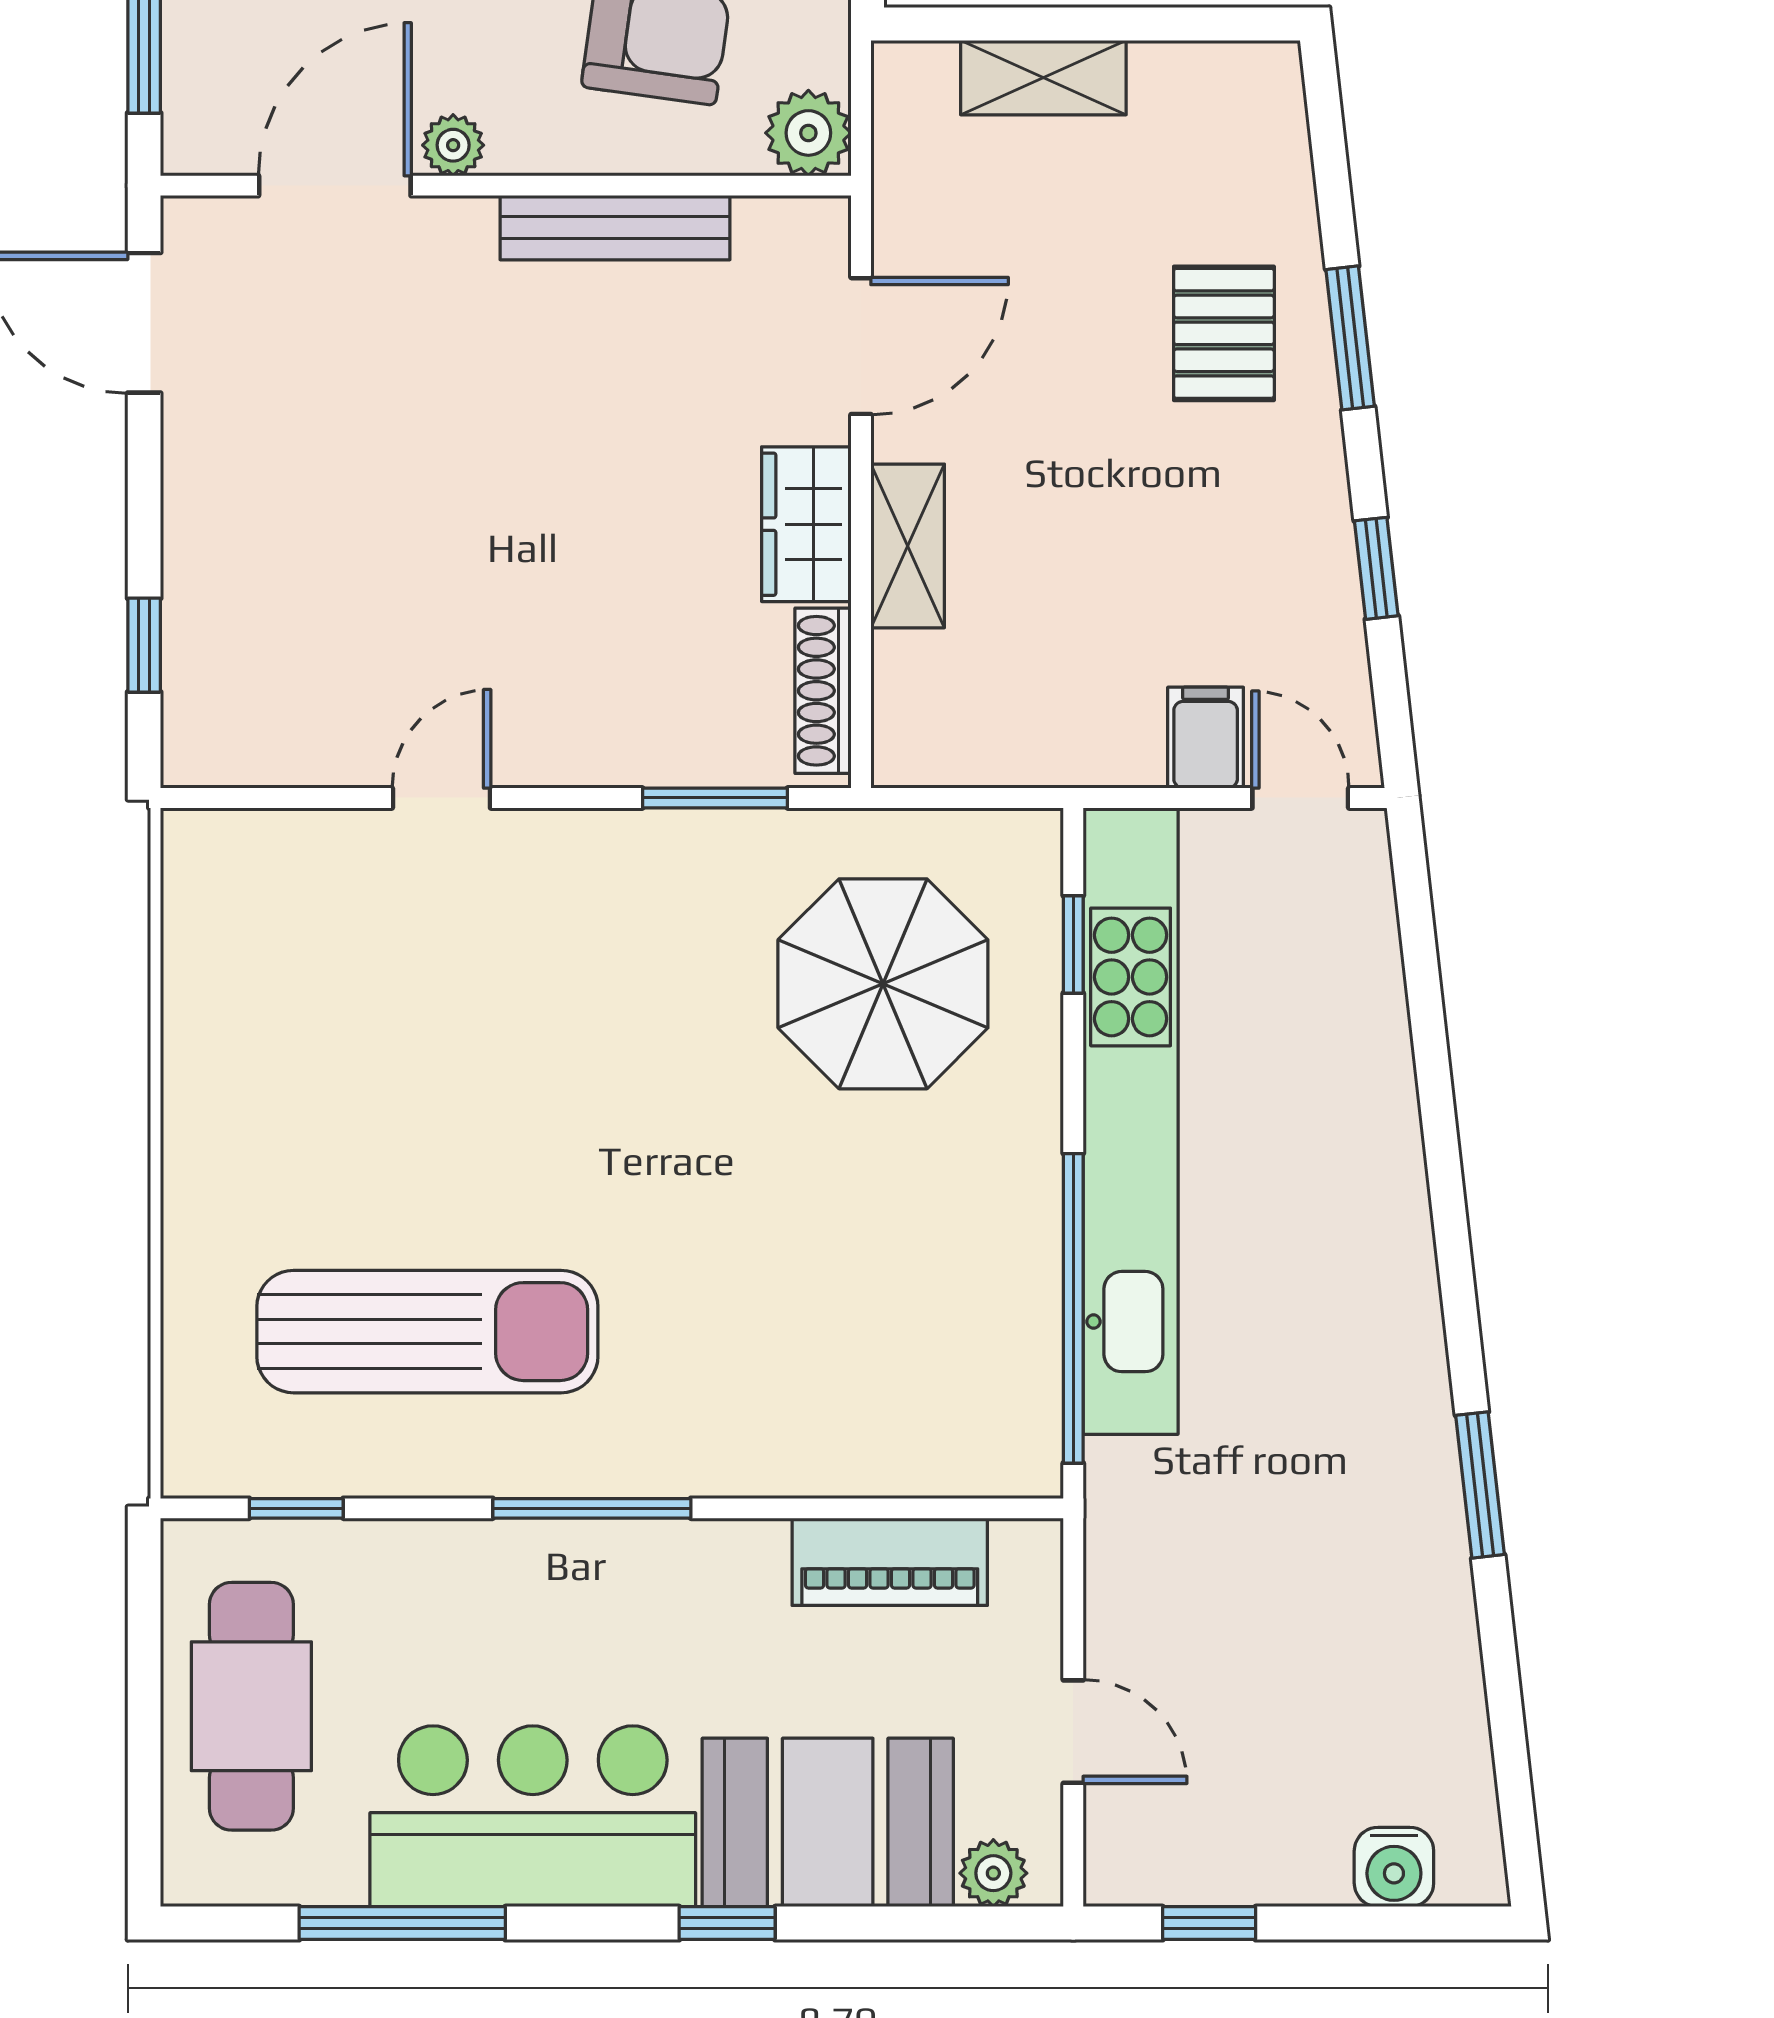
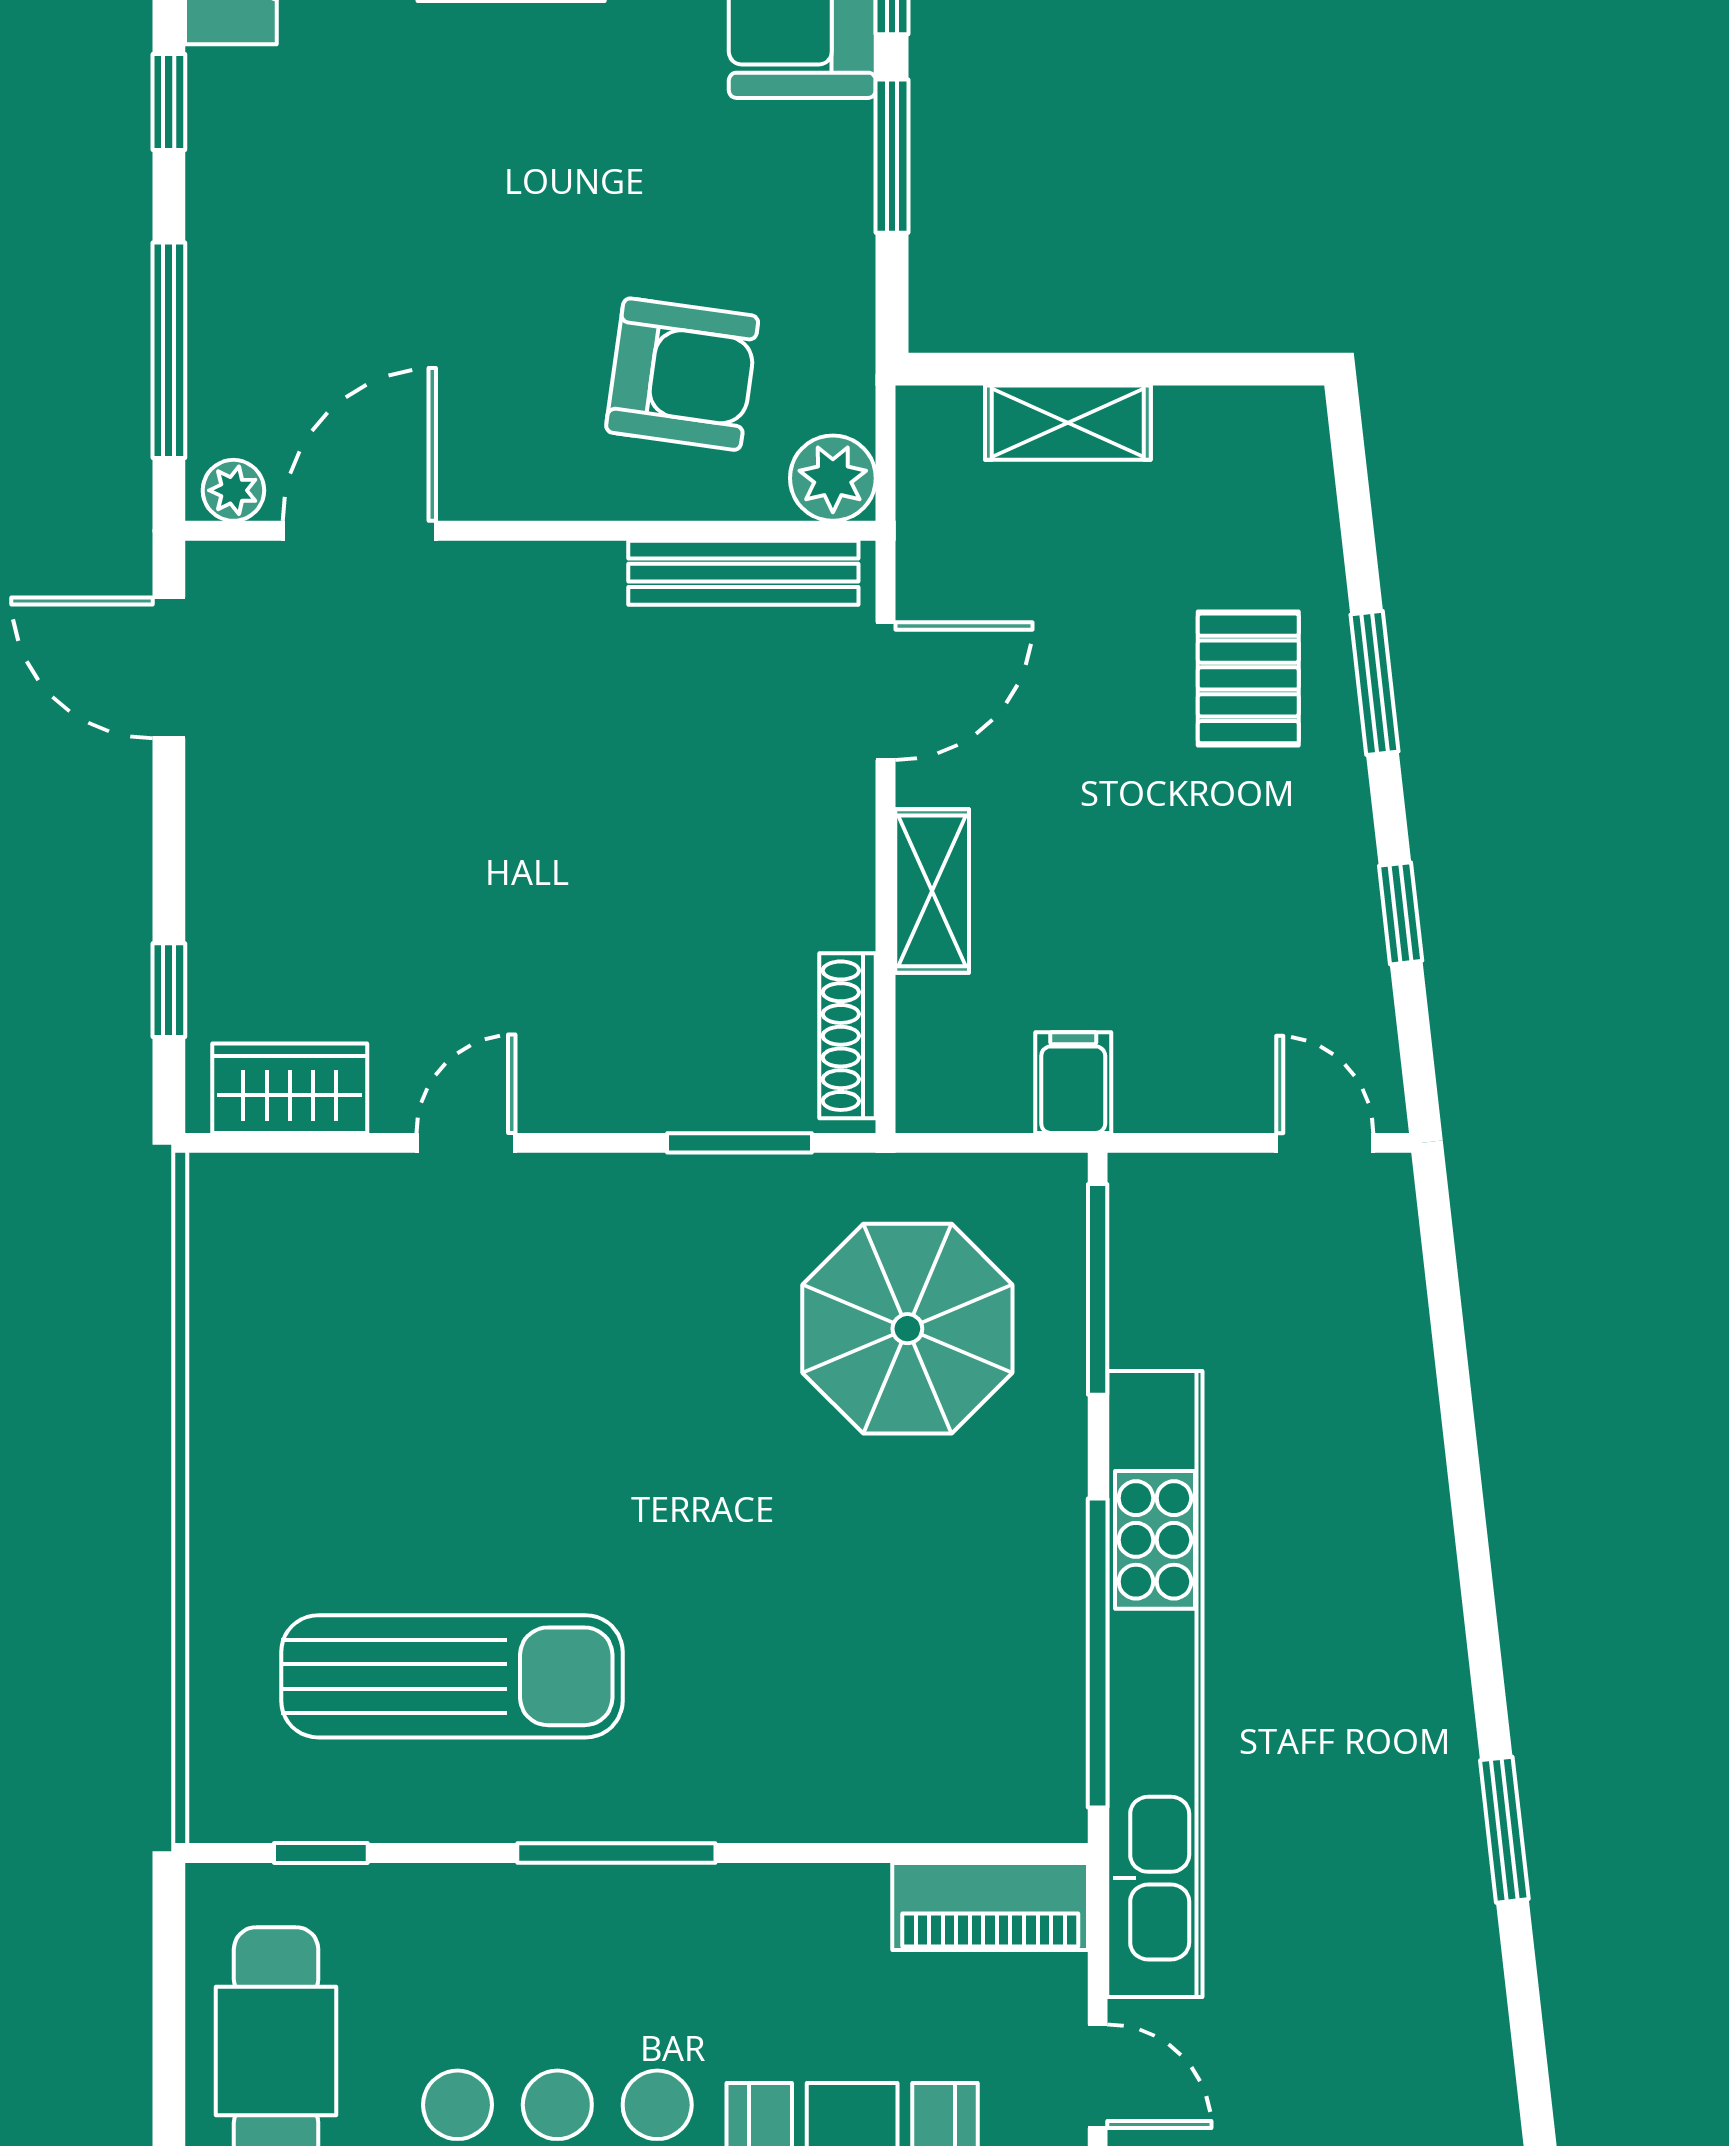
plant: (453, 145) -> (233, 490), moved
bench: (615, 228) -> (743, 573), moved
wardrobe: (806, 524) -> (290, 1088), moved, turned 90
filing cabinet: (1206, 738) -> (1073, 1083), moved
window: (1073, 944) -> (1098, 1289), width x2.17
kitchen unit: (1131, 1121) -> (1155, 1684), moved
piano: (890, 1562) -> (990, 1906), moved

